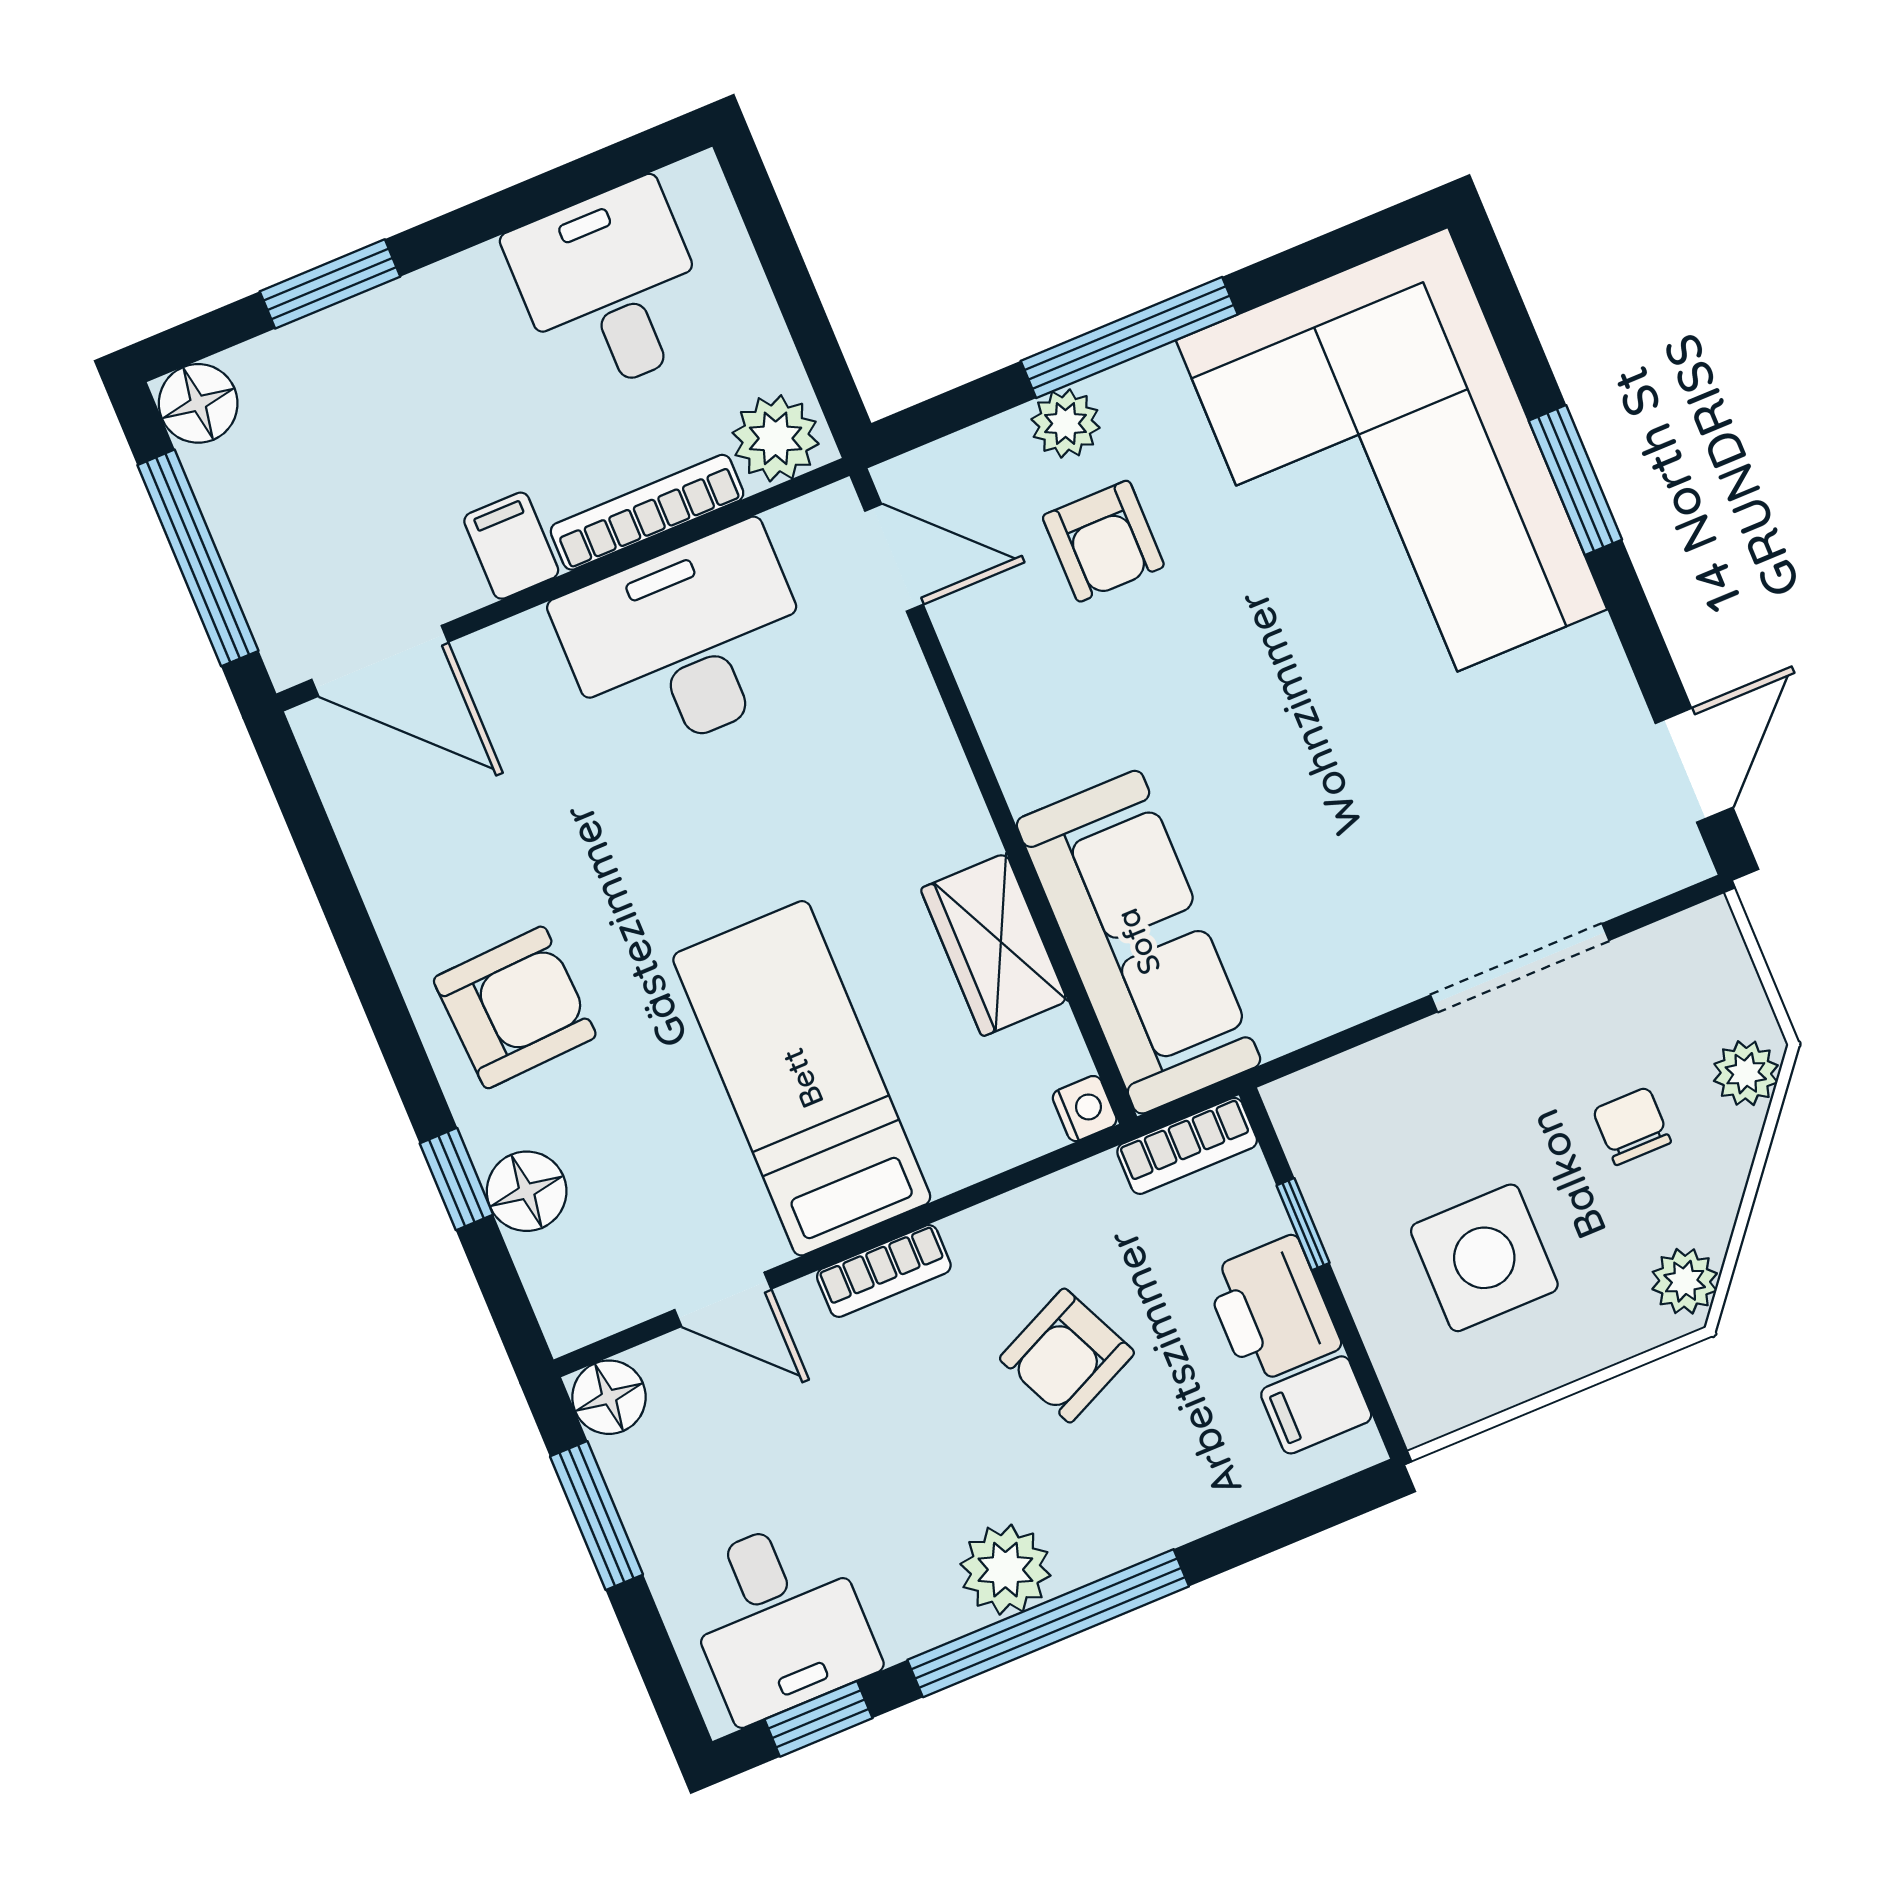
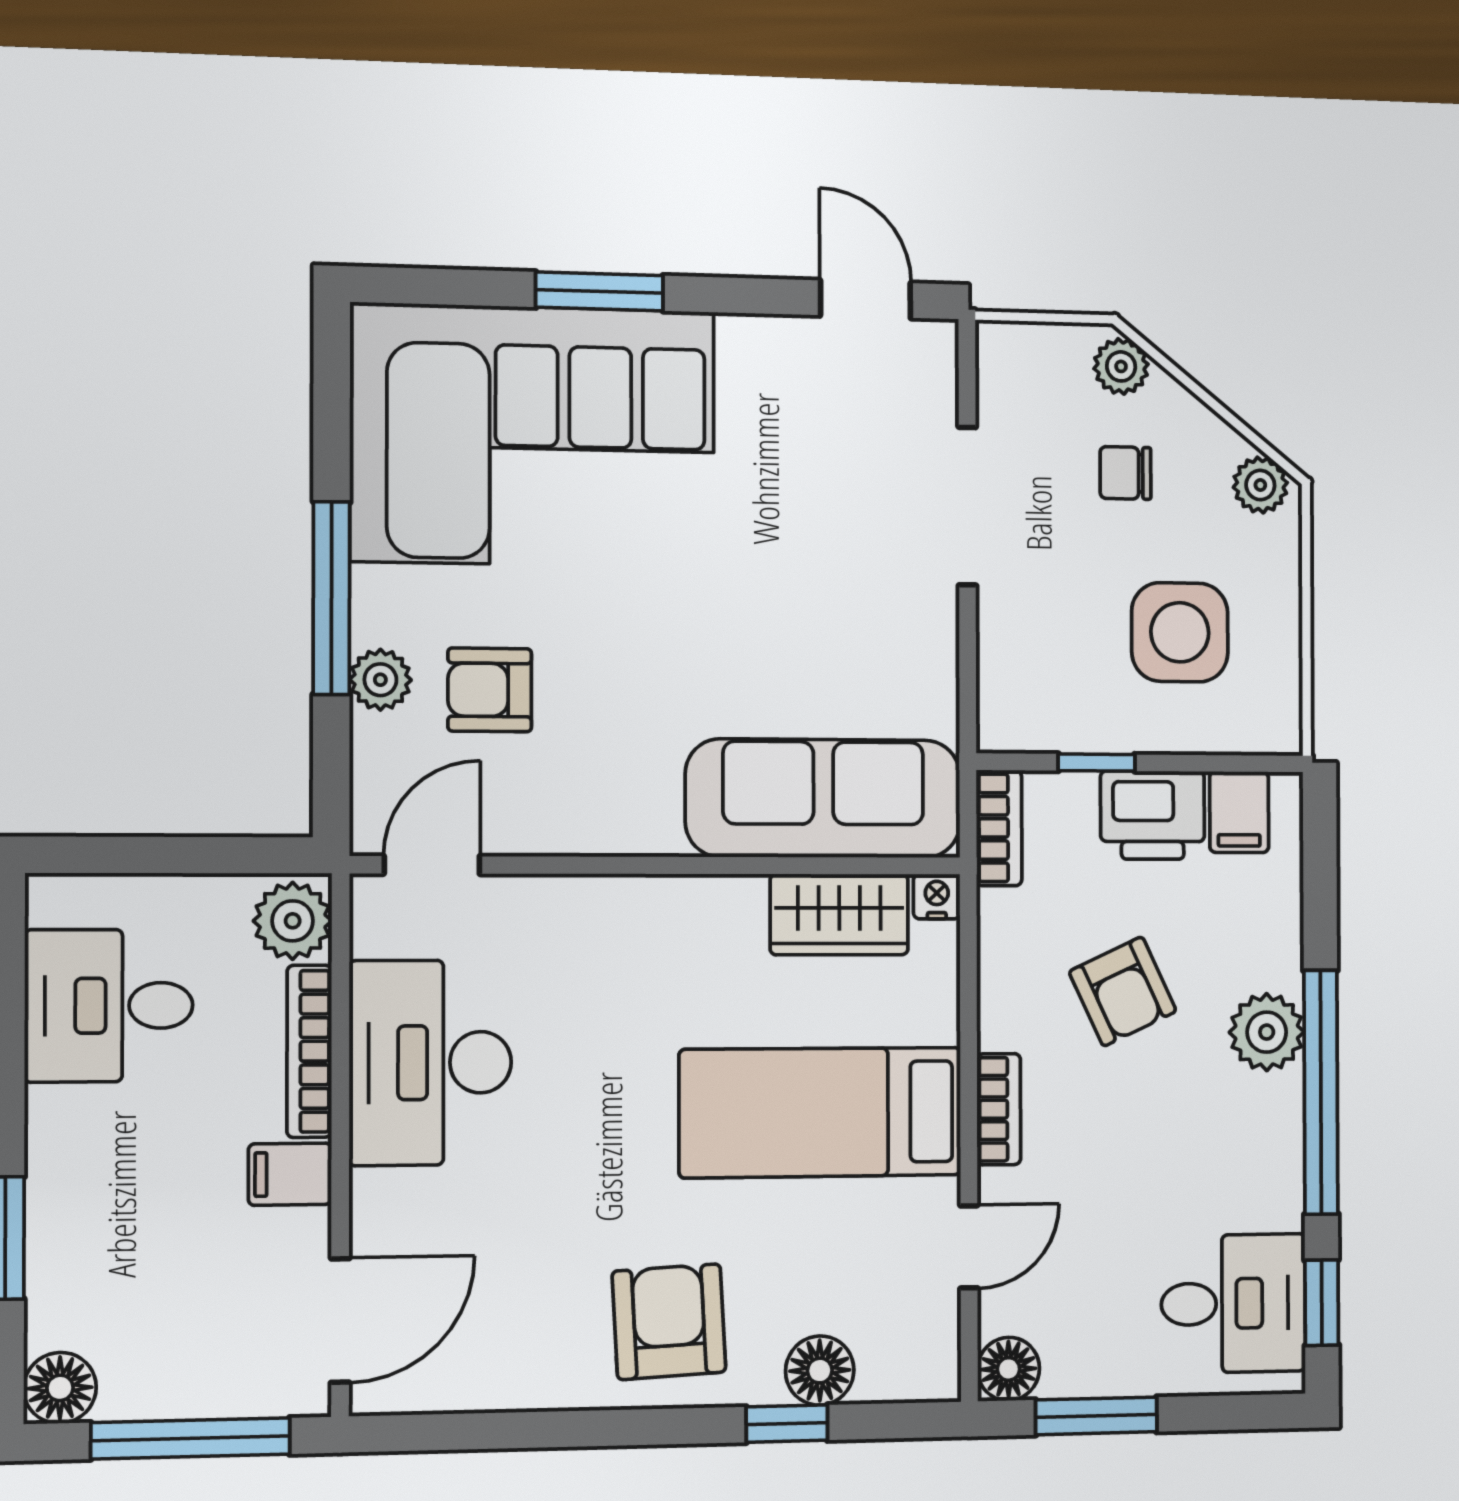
armchair: (1103, 541) -> (490, 690), turned 180
wardrobe: (994, 945) -> (839, 914), moved
plant: (1005, 1570) -> (1267, 1032), moved

